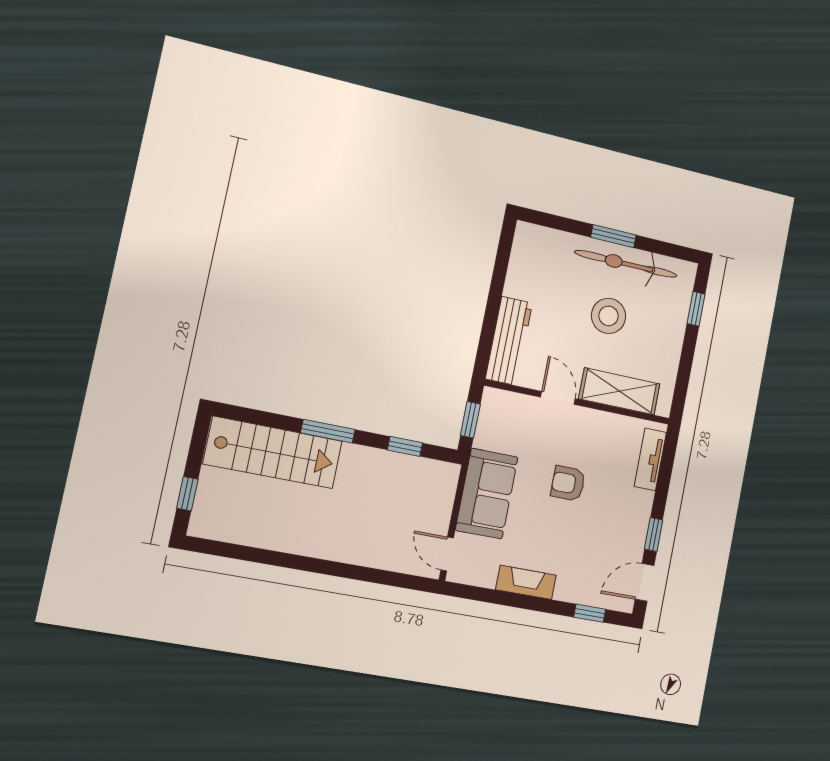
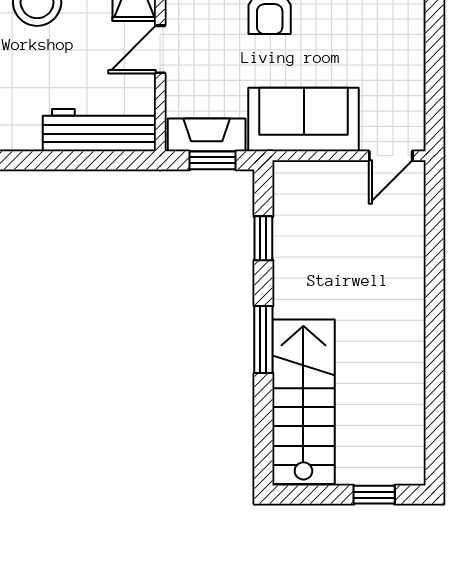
fireplace: (526, 582) -> (207, 135), moved, turned 90

